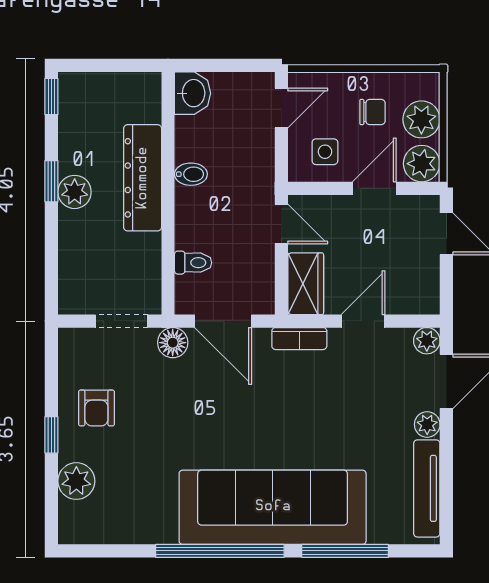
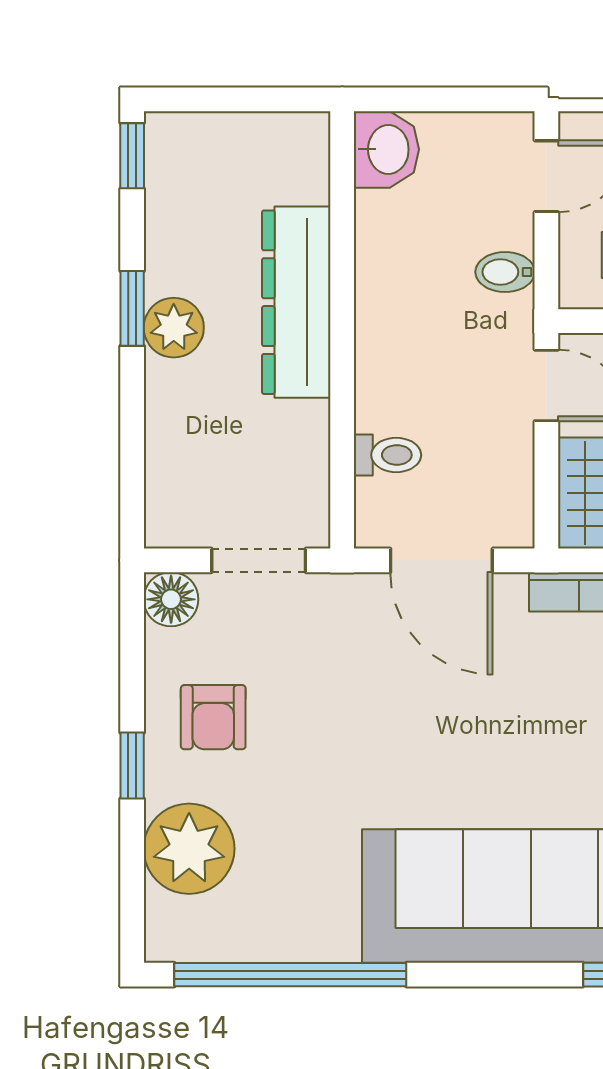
bidet: (191, 174) -> (505, 272), moved, turned 180
floor lamp: (173, 343) -> (171, 599), moved
plant: (76, 481) -> (189, 849), width x1.36, depth x1.36
window: (220, 551) -> (290, 975), moved

